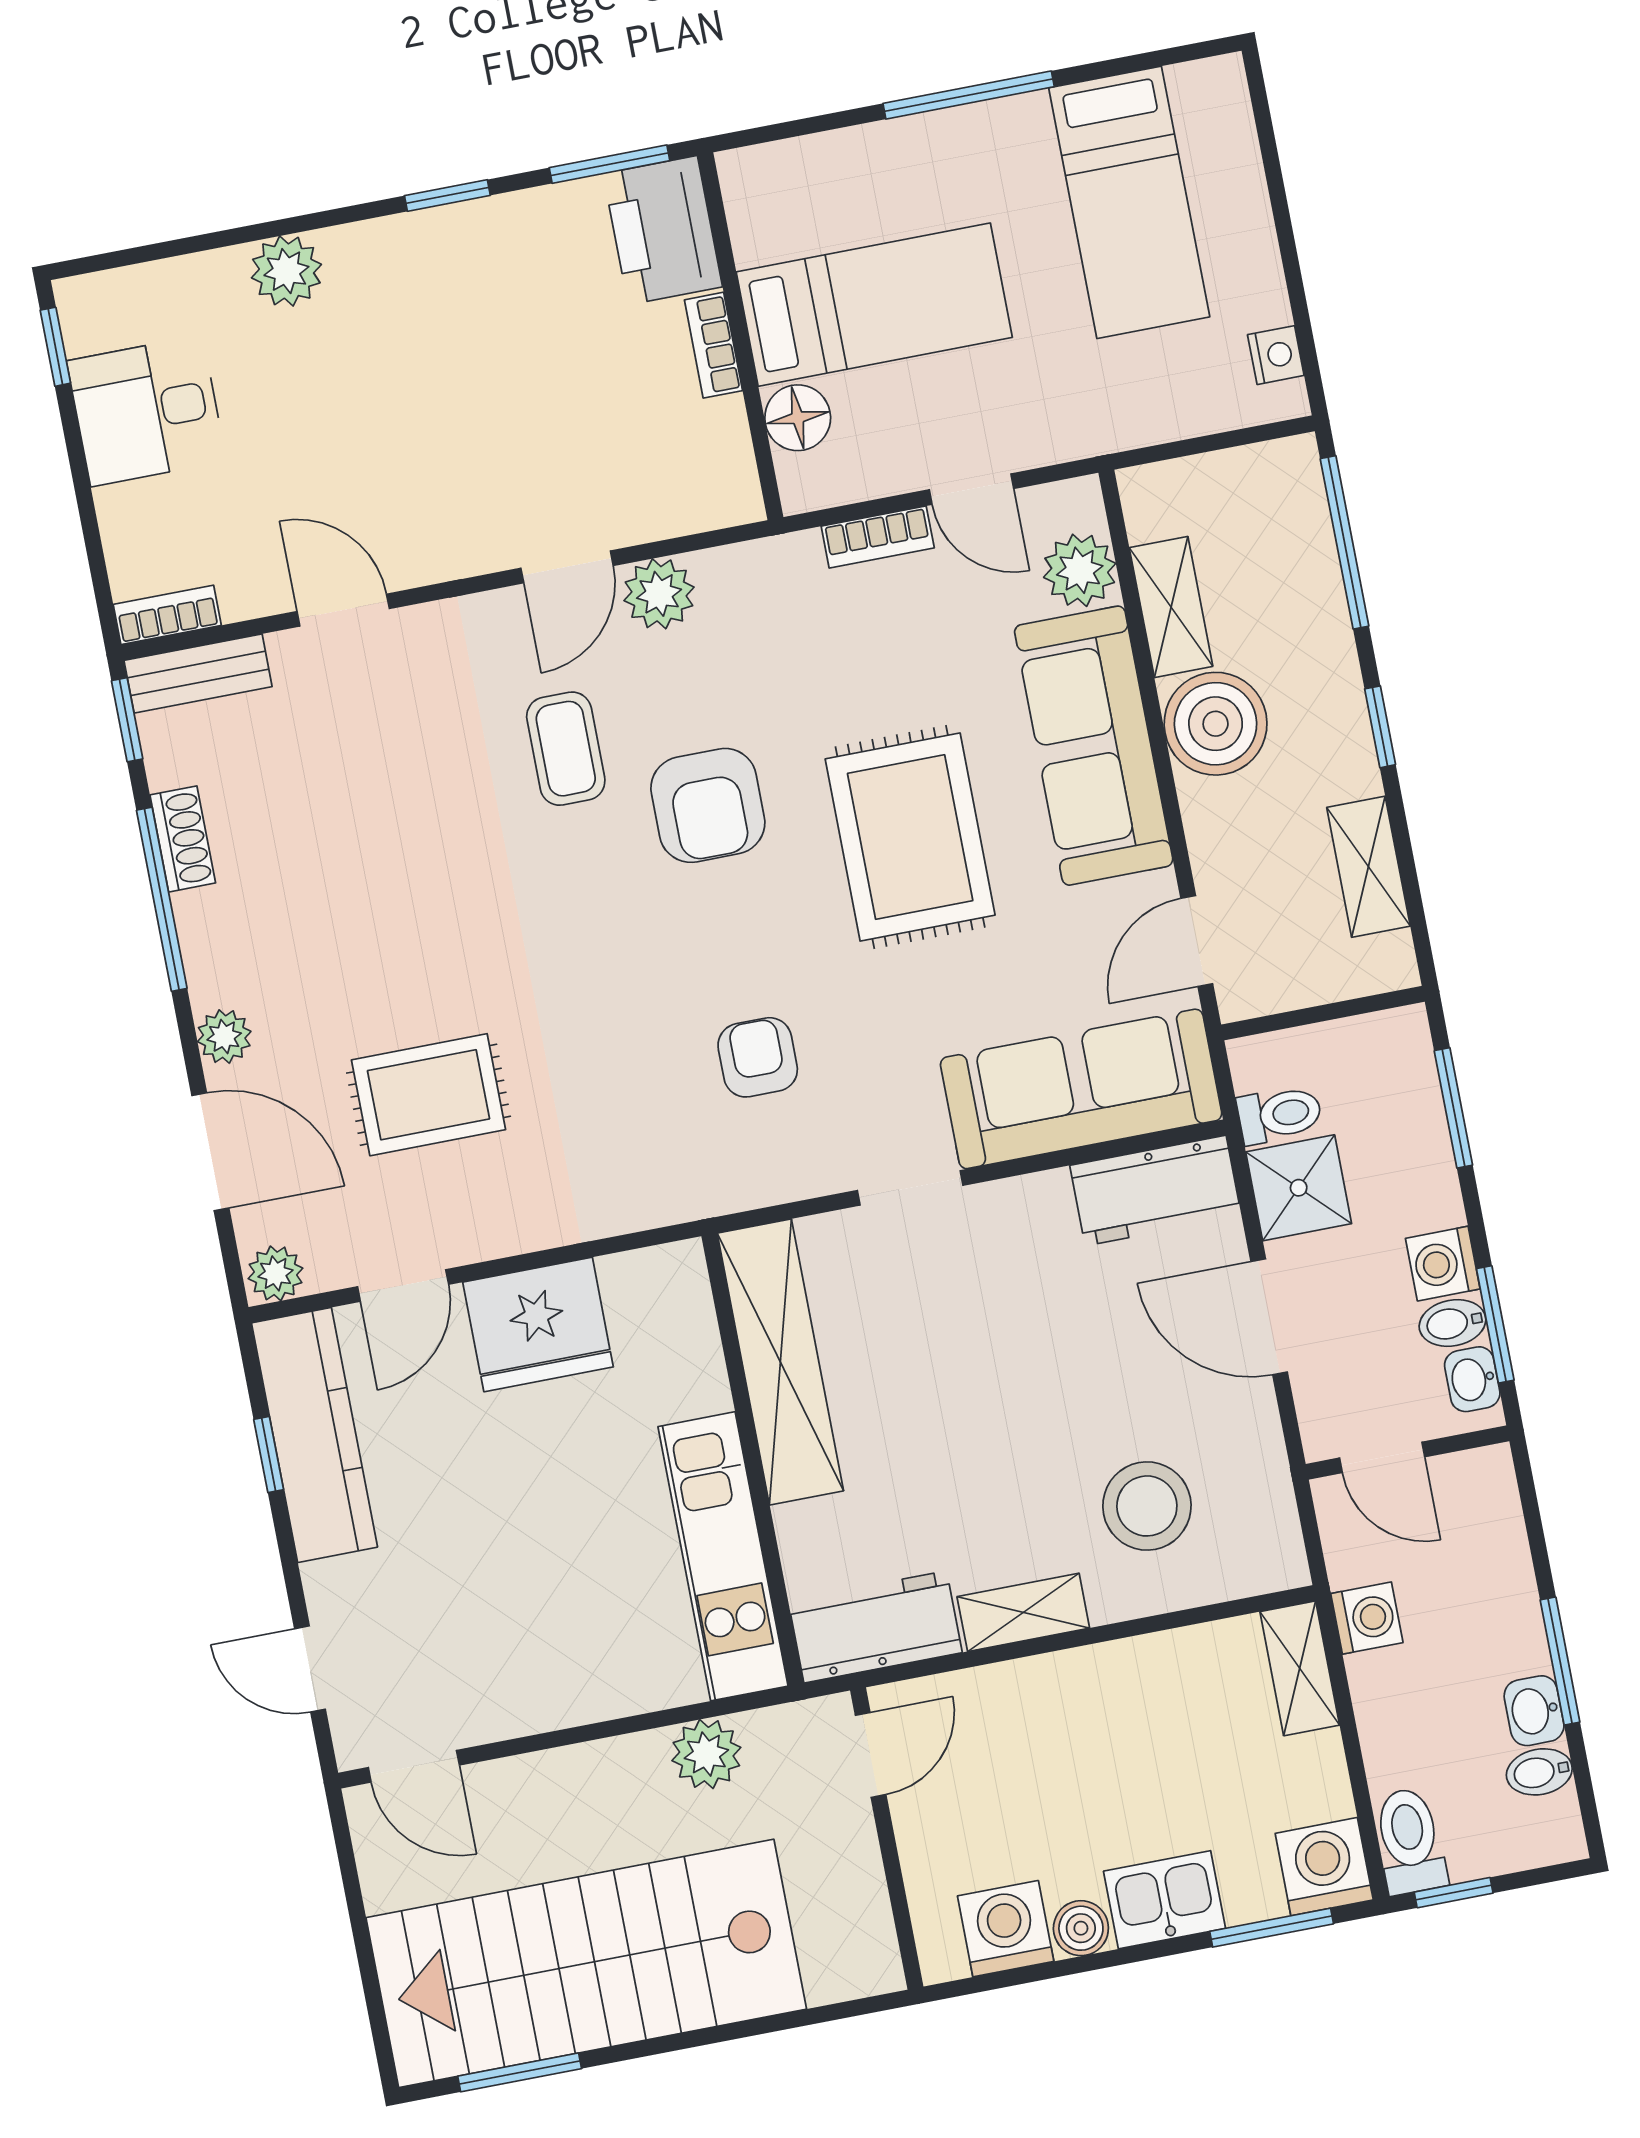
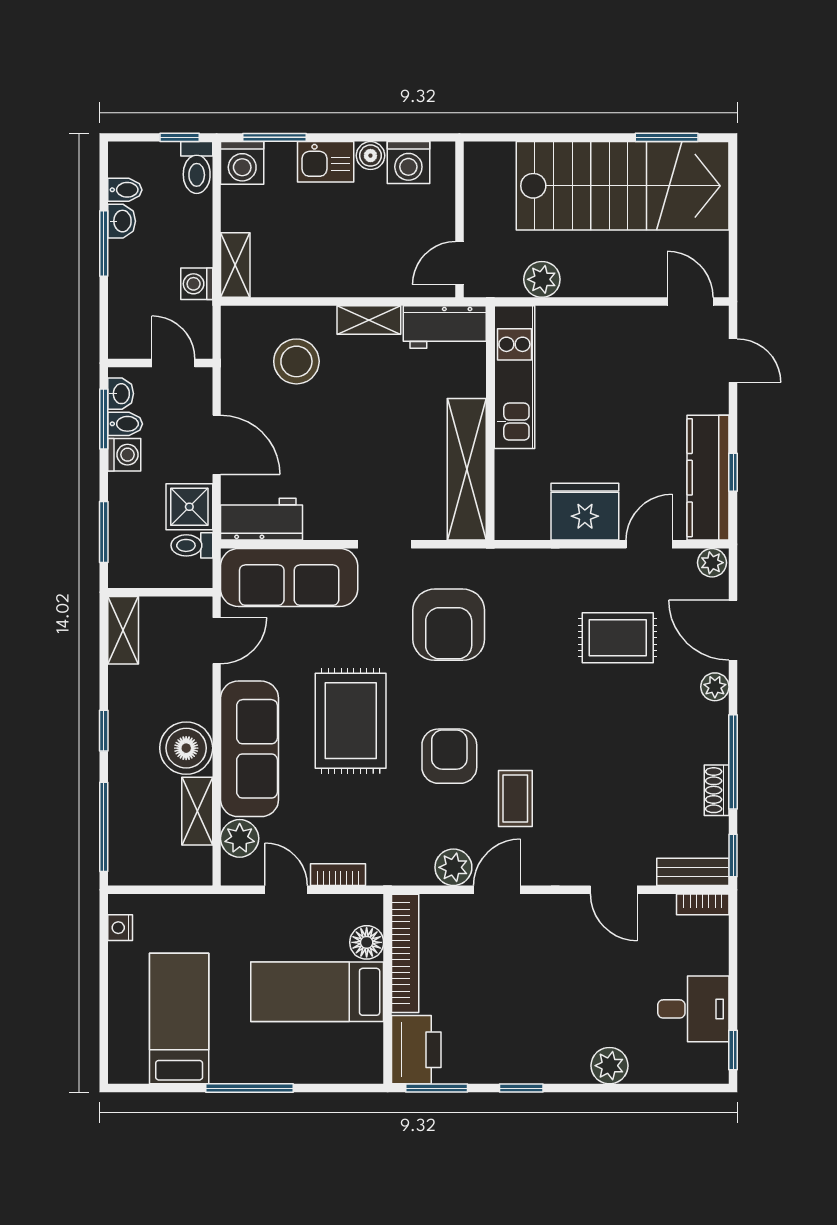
bookcase: (713, 345) -> (405, 953), width x2.31, depth x1.31
shelving: (1368, 867) -> (123, 630), moved
armchair: (758, 1057) -> (449, 625), width x1.88, depth x1.88

